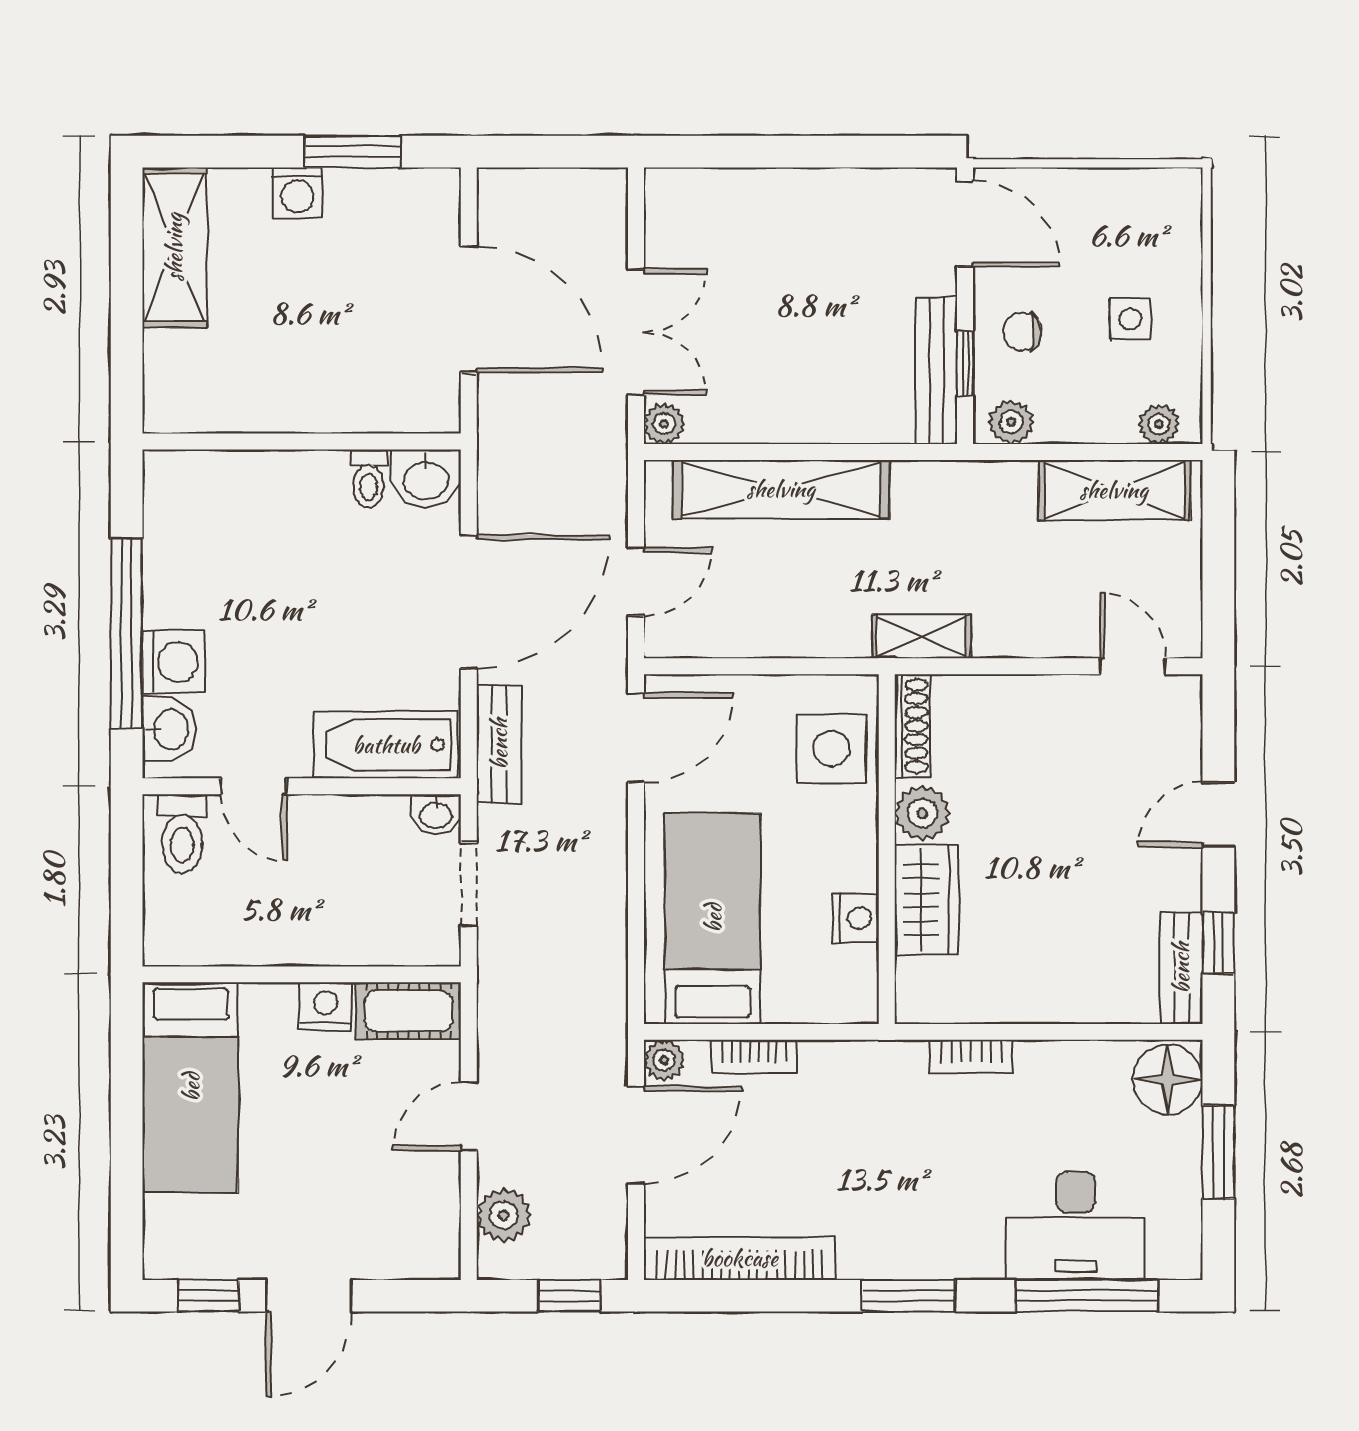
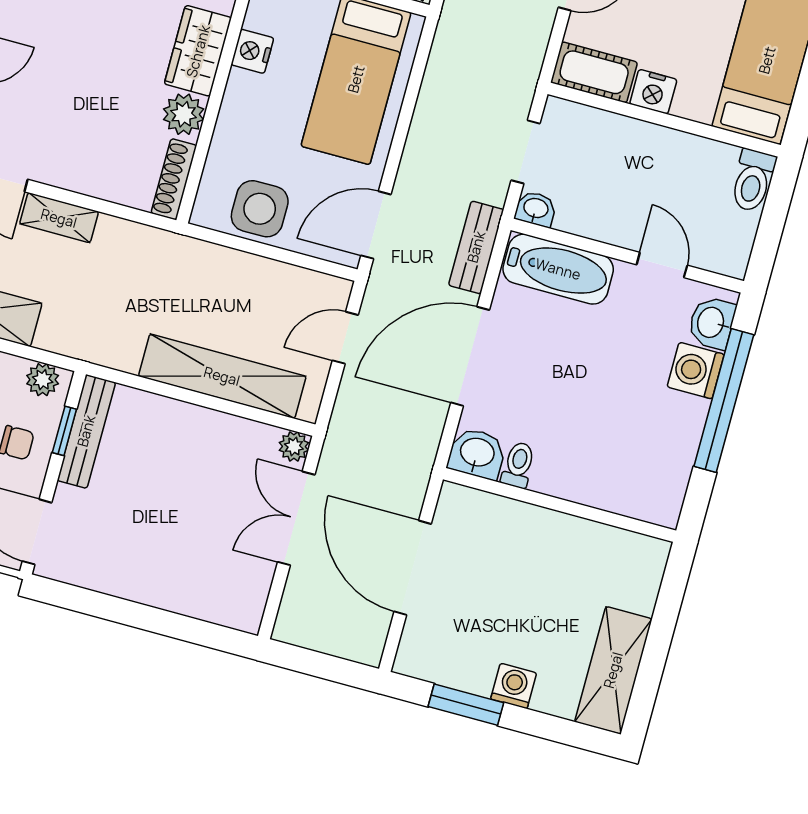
shelving: (921, 636) -> (59, 218), moved
side table: (831, 749) -> (260, 209), moved
toilet: (182, 834) -> (753, 180), moved, turned 180

